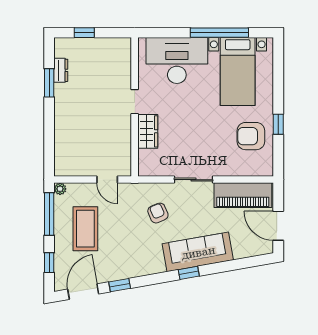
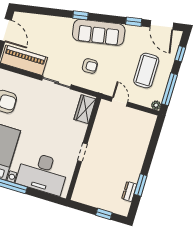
wardrobe: (148, 131) -> (85, 109), moved
armchair: (158, 213) -> (90, 66), turned -69
sofa: (198, 252) -> (99, 32), moved
door: (83, 292) -> (162, 25), hinge flipped

